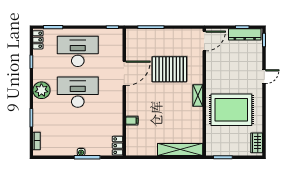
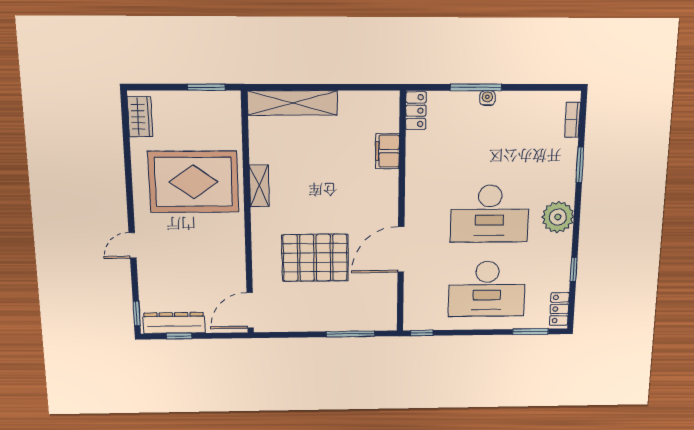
shelving: (198, 95) -> (259, 186), moved
filing cabinet: (132, 121) -> (387, 151), width x2.00

